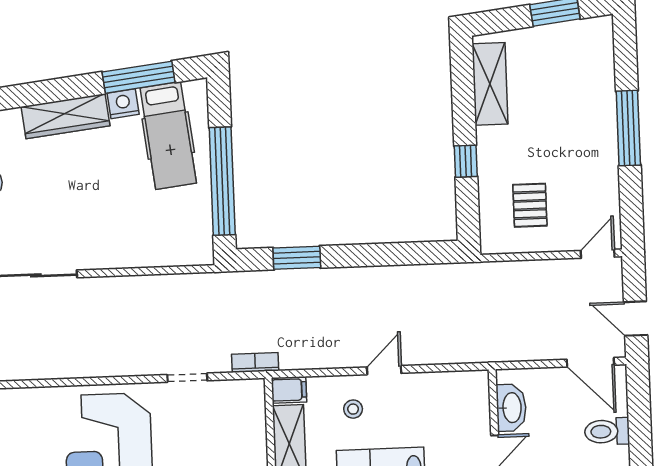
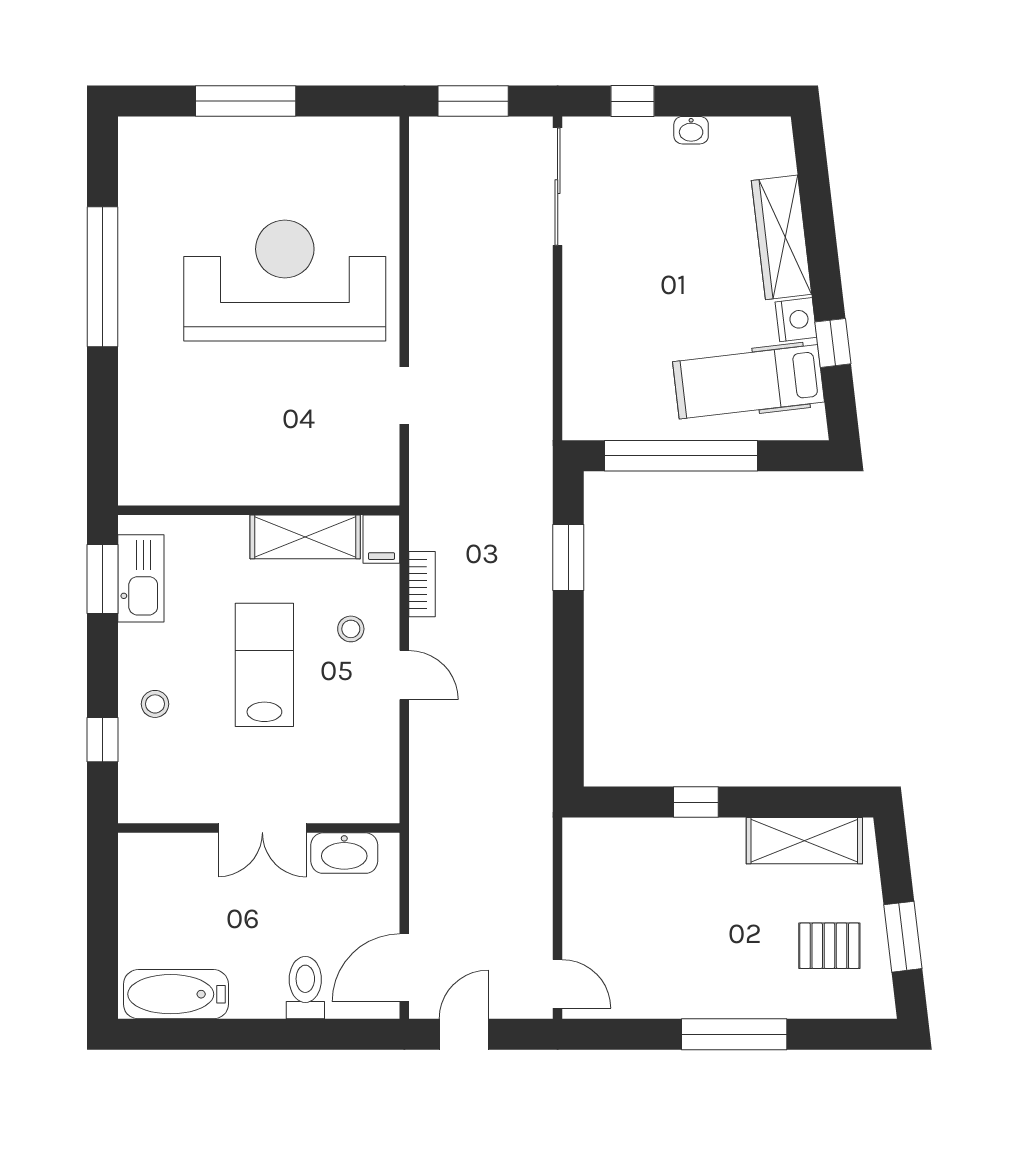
window: (139, 77) -> (833, 343), width x0.46
pallet: (530, 205) -> (829, 946), moved
bookcase: (255, 363) -> (422, 584), moved

